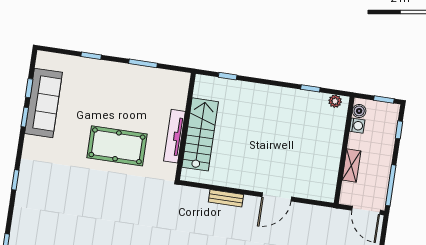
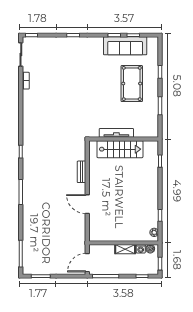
pool table: (117, 146) -> (132, 84), moved
shelving: (351, 165) -> (125, 249), moved

